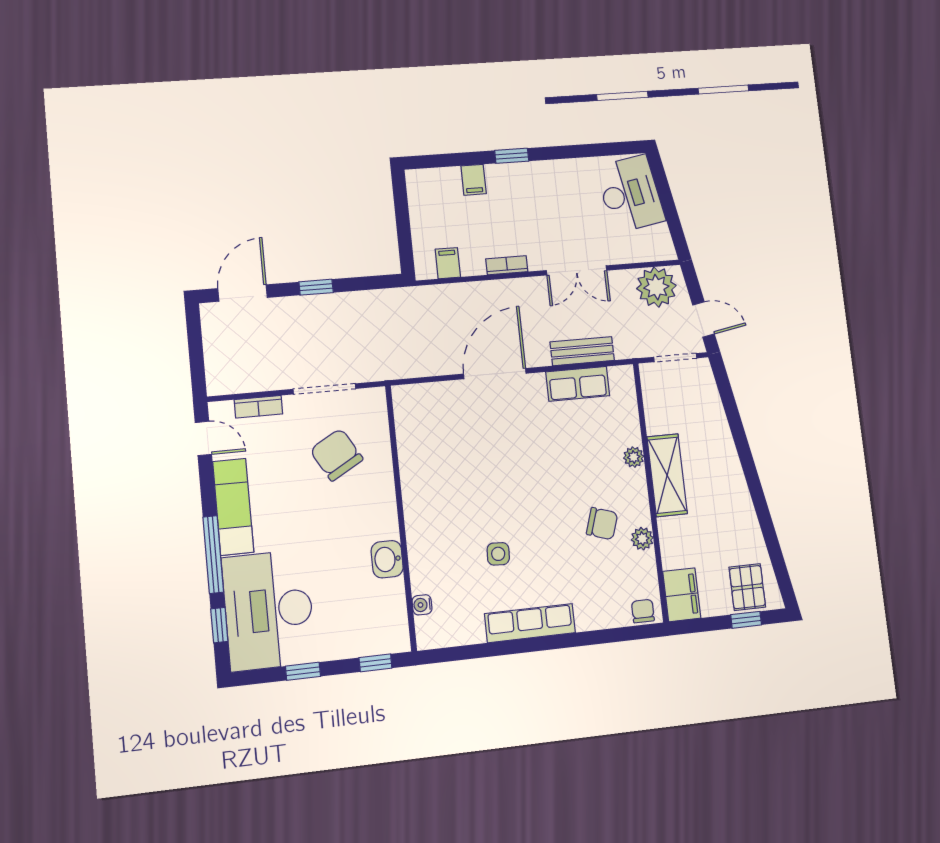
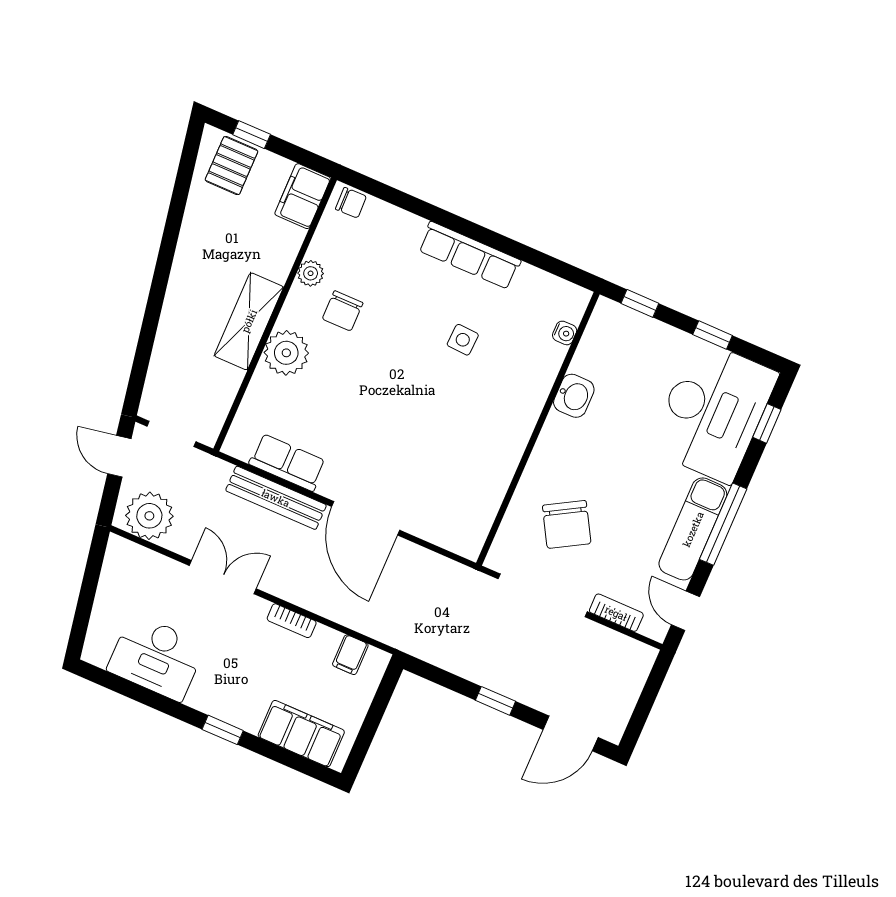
filing cabinet: (474, 180) -> (301, 734), width x3.00, depth x1.17
desk: (630, 194) -> (156, 657), moved, turned -80
bench: (582, 351) -> (276, 498), width x1.36
door: (495, 374) -> (366, 518), hinge flipped
doorway: (325, 389) -> (543, 595), width x1.36
plant: (634, 457) -> (286, 353), width x1.87, depth x1.87
chair: (602, 524) -> (343, 311), turned -108
window: (213, 554) -> (723, 524), moved
chair: (643, 611) -> (351, 203), turned -91

